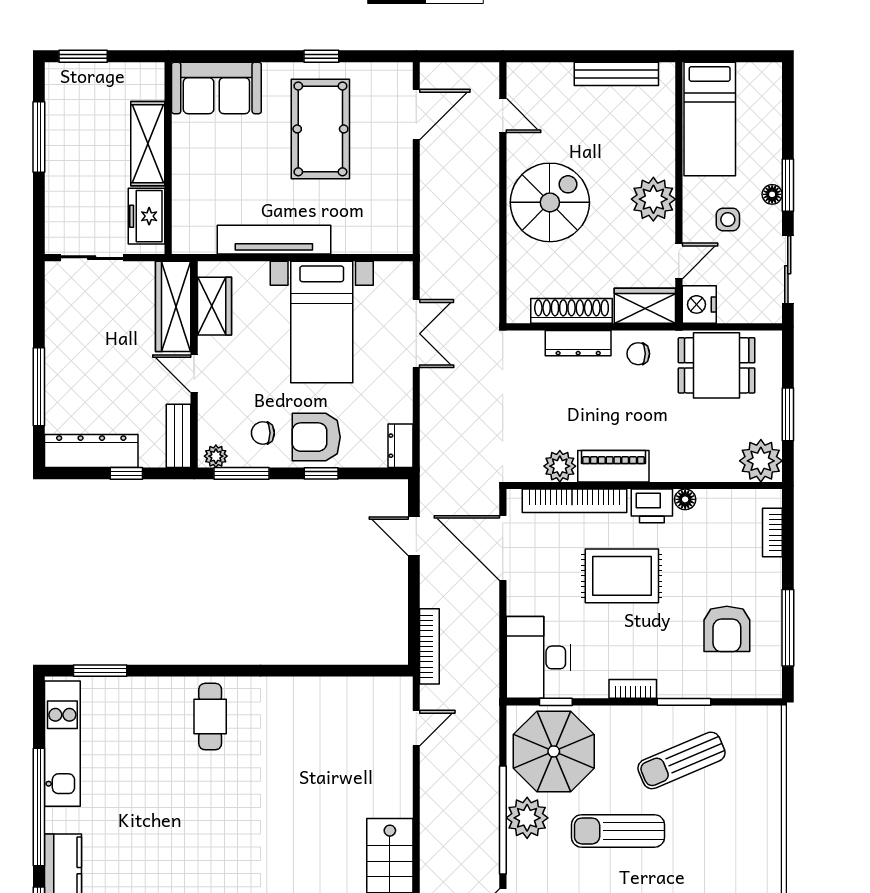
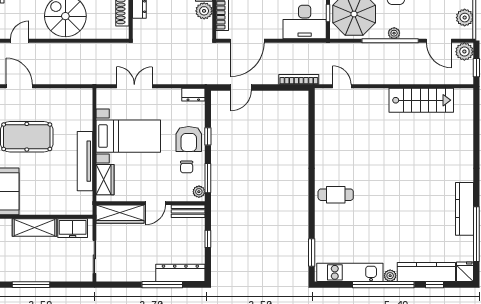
wardrobe: (214, 306) -> (105, 180), moved, turned 90
dresser: (91, 451) -> (180, 273), moved, turned 90
plant: (527, 818) -> (394, 33), width x0.53, depth x0.53
plant: (56, 820) -> (390, 276), added

